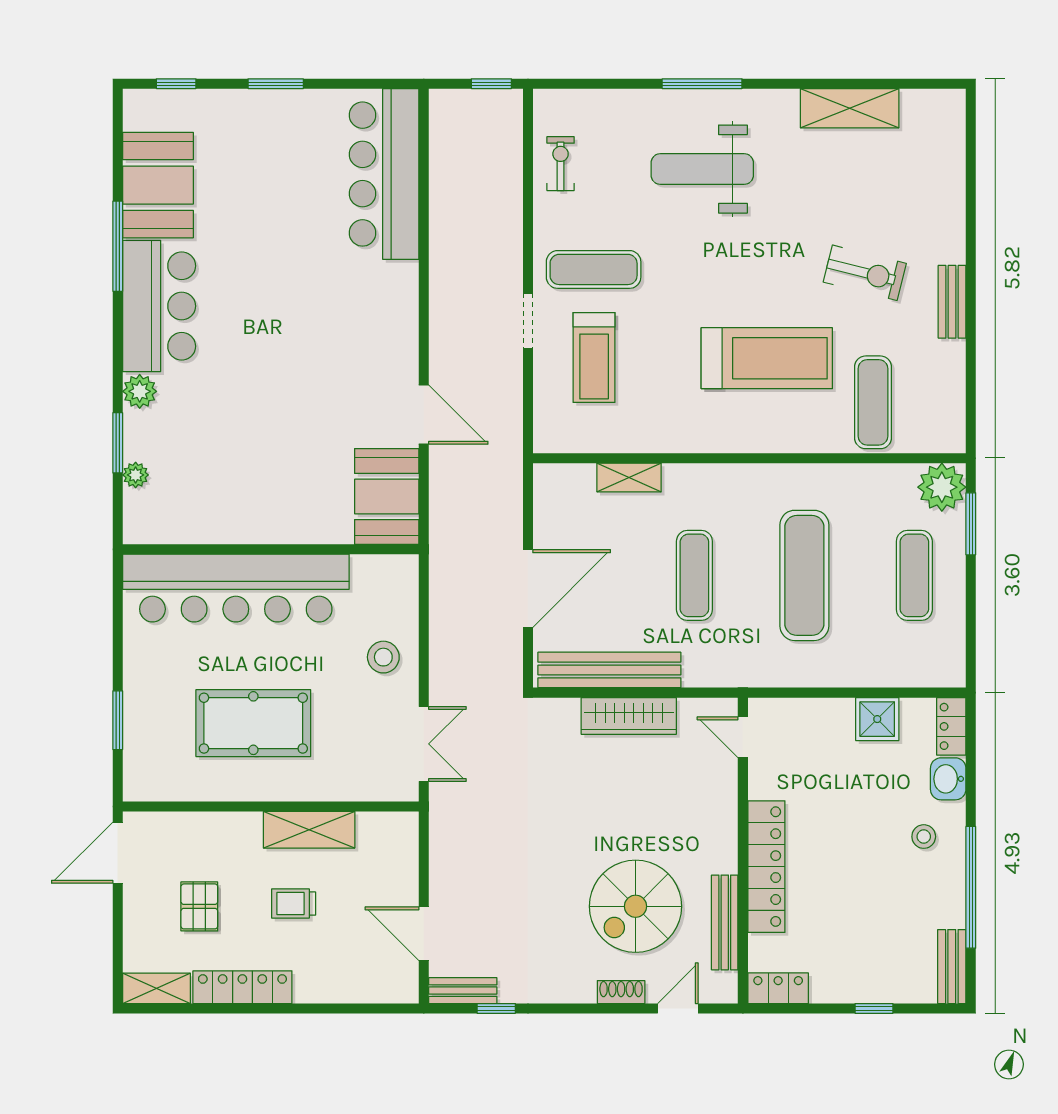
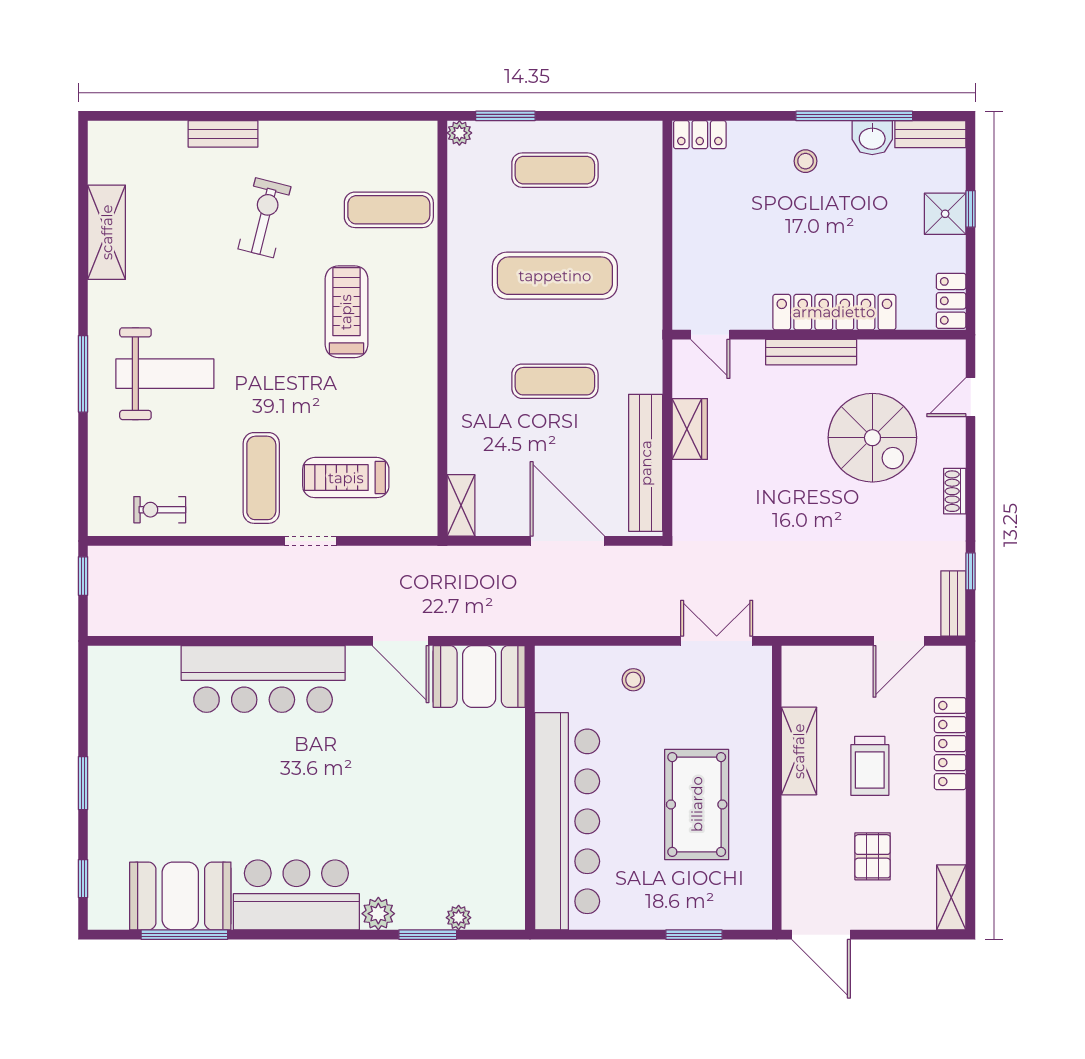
weight bench: (702, 169) -> (165, 374), turned -90
bar counter: (384, 174) -> (263, 679), moved
window: (118, 246) -> (184, 935), moved
bench: (952, 302) -> (223, 134), moved
treadmill: (594, 358) -> (346, 478), turned 180
treadmill: (767, 358) -> (346, 312), width x0.73, depth x0.73
door: (424, 415) -> (401, 641), swing flipped
shelving: (629, 478) -> (461, 505), moved
plant: (942, 487) -> (459, 133), width x0.53, depth x0.53
stool: (383, 657) -> (633, 680), width x0.73, depth x0.73
wardrobe: (629, 716) -> (690, 429), width x0.67
shower: (877, 719) -> (945, 214), moved
door: (743, 737) -> (710, 335), hinge flipped
washbasin: (948, 779) -> (872, 138), moved
trolley: (294, 904) -> (870, 766), width x1.36, depth x1.39
pallet: (199, 906) -> (873, 856), turned 90
bench: (725, 922) -> (811, 352), moved
locker: (242, 987) -> (950, 744), moved
shoe rack: (621, 992) -> (955, 491), moved
door: (678, 1008) -> (971, 397), hinge flipped

